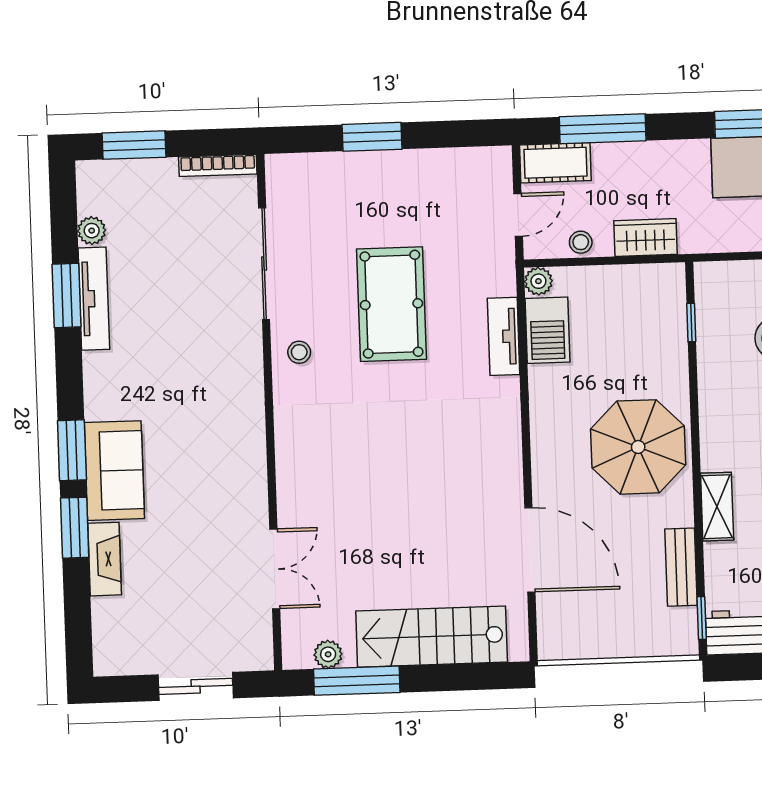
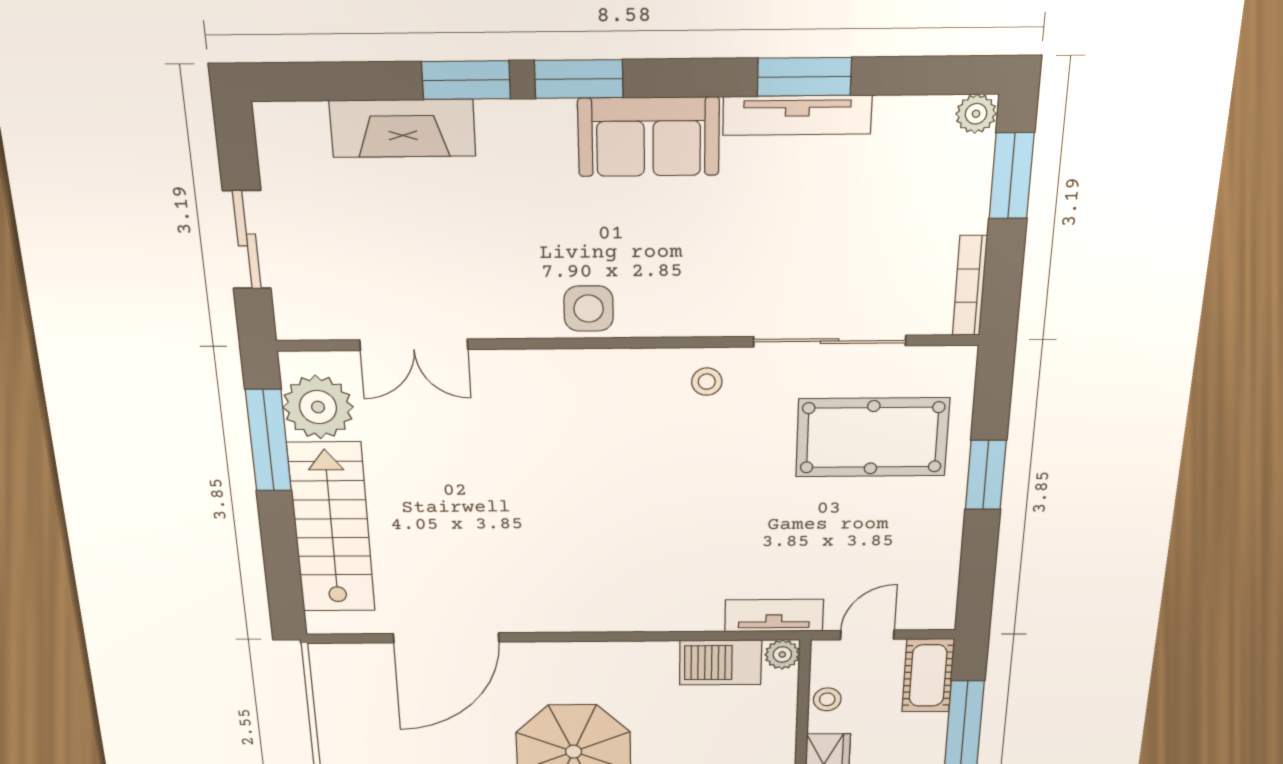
door: (518, 215) -> (867, 635), swing flipped
plant: (92, 231) -> (976, 114), moved
pool table: (391, 304) -> (872, 437), moved
tv unit: (504, 336) -> (774, 615), moved
side table: (243, 441) -> (589, 309), added
sofa: (114, 471) -> (649, 137), moved
fireplace: (105, 559) -> (403, 128), width x1.37, depth x1.32
plant: (328, 654) -> (318, 407), width x1.88, depth x1.88

